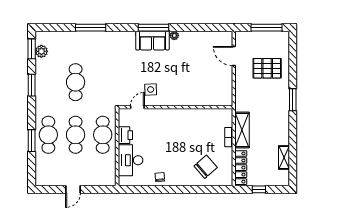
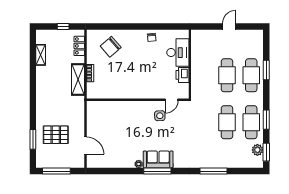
window: (293, 100) -> (33, 139), moved
cafe table: (103, 135) -> (251, 122), moved
locker: (241, 168) -> (79, 46), width x0.66

